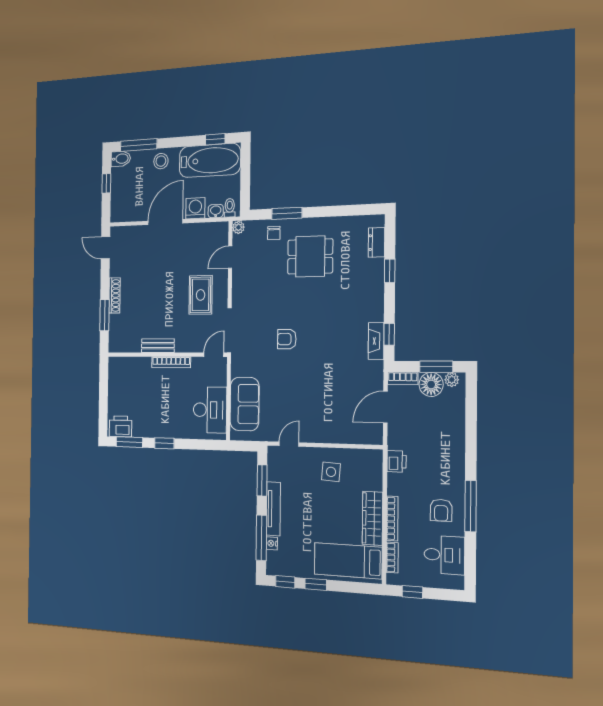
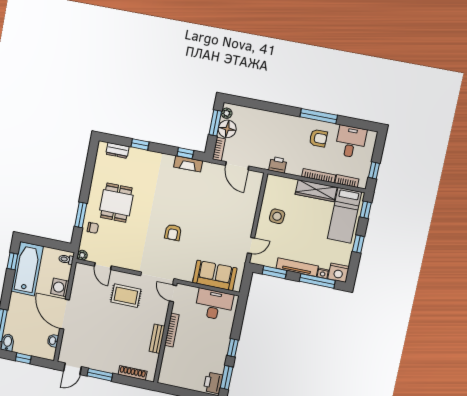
stool: (161, 161) -> (18, 309), removed
washbasin: (216, 211) -> (53, 341), moved
shoe rack: (114, 295) -> (133, 373), moved
window: (105, 315) -> (100, 375), moved
door: (289, 444) -> (251, 245), swing flipped
nightstand: (276, 564) -> (338, 273), added
window: (285, 582) -> (366, 210), moved

